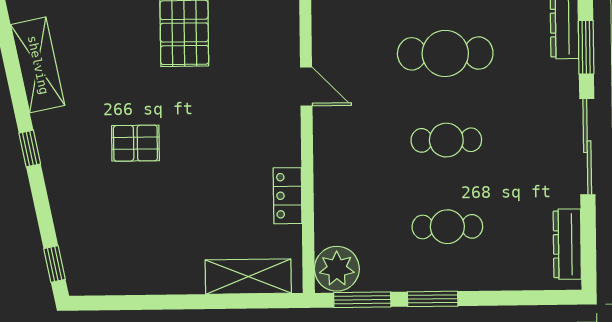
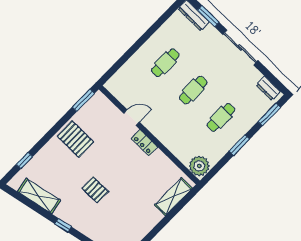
cafe table: (445, 53) -> (165, 63), width x0.73, depth x0.74
pallet: (135, 143) -> (95, 190), turned 90
locker: (288, 196) -> (144, 143), moved
dresser: (567, 244) -> (268, 88), width x0.70
window: (362, 300) -> (269, 114), moved

